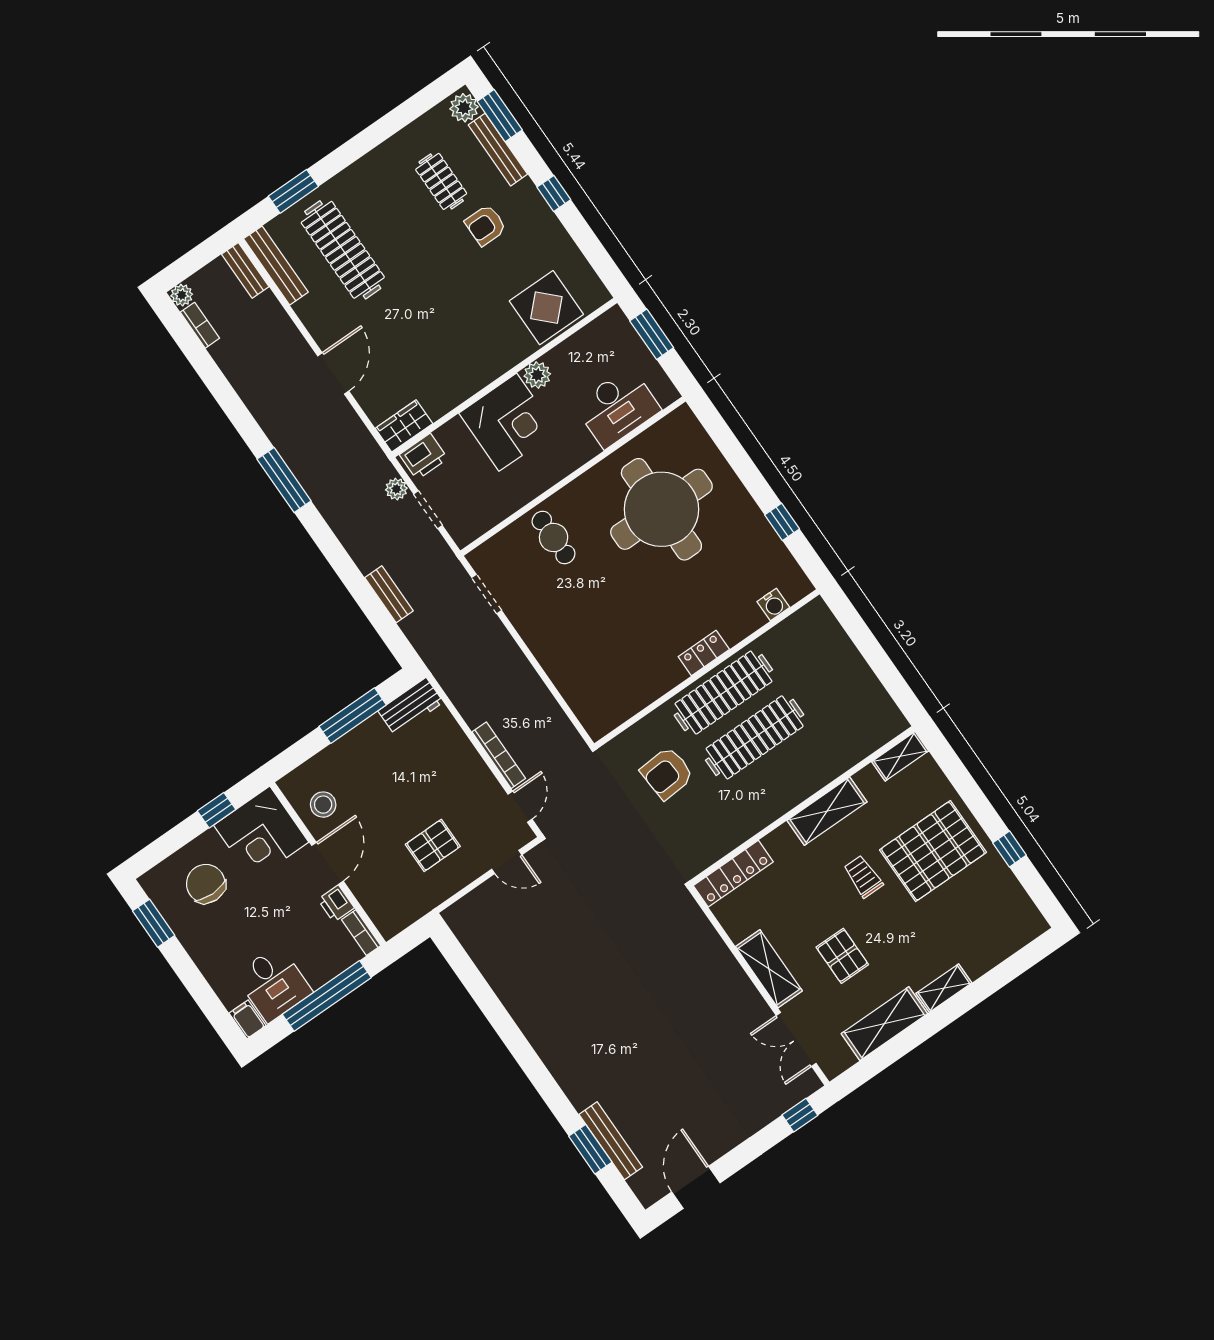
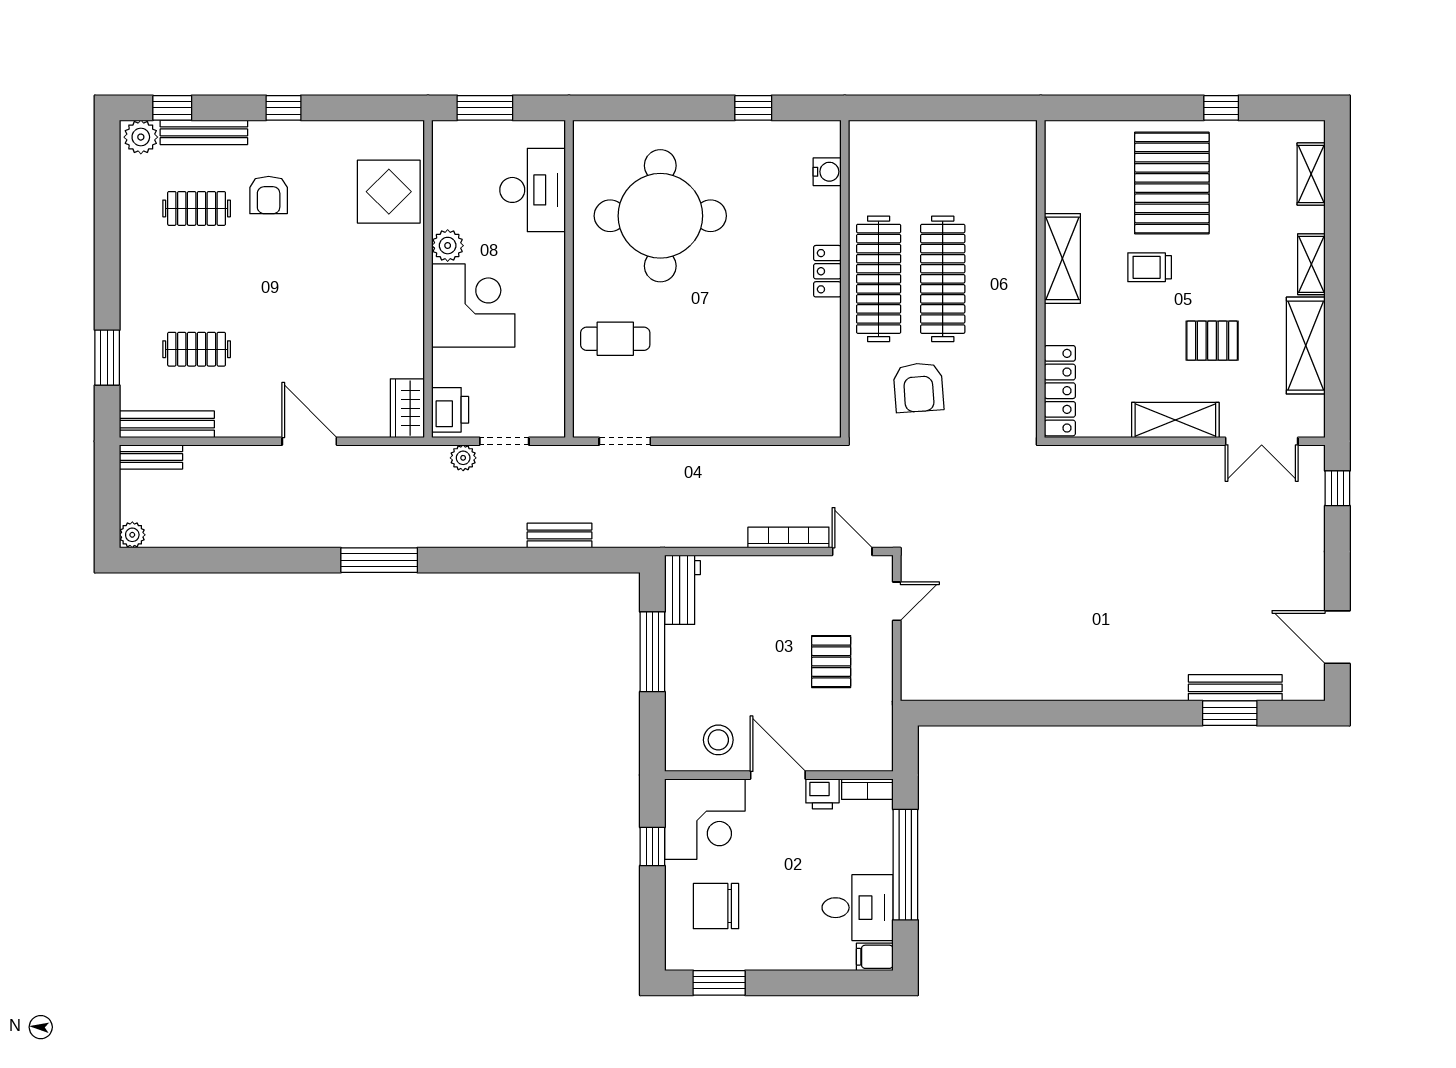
window: (500, 116) -> (172, 108), width x0.67
clothes rail: (343, 250) -> (197, 349), width x0.54, depth x0.76
bookcase: (200, 325) -> (173, 537), removed
shelving: (900, 756) -> (1311, 174), moved

